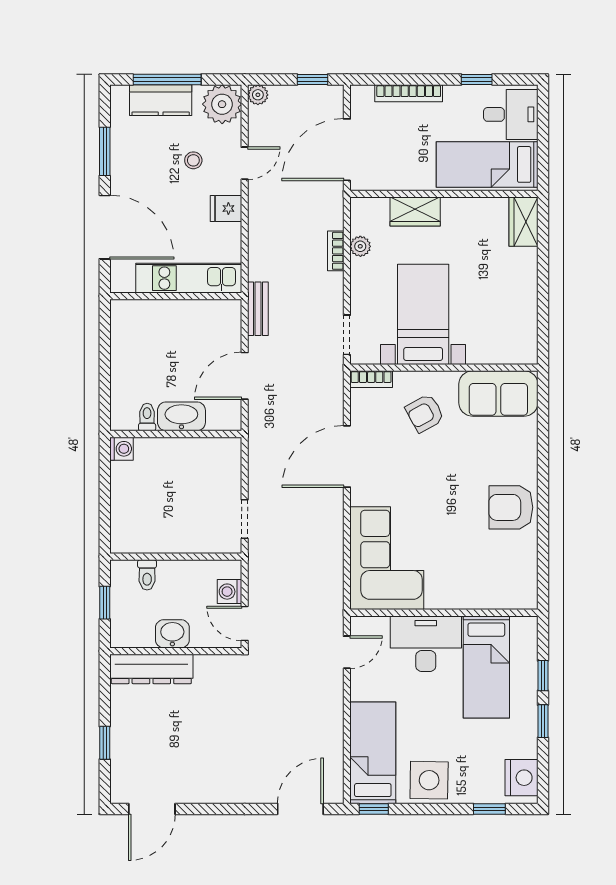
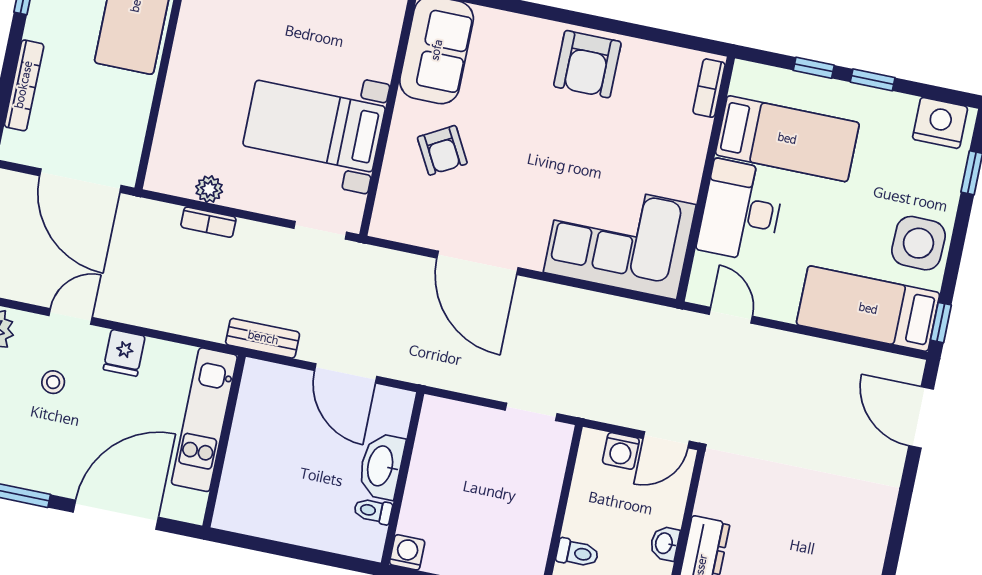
door: (245, 163) -> (71, 316), hinge flipped
wardrobe: (415, 212) -> (179, 109), removed
bookcase: (371, 379) -> (709, 88), moved, turned 180
washbasin: (172, 634) -> (665, 543), width x0.72, depth x0.69

